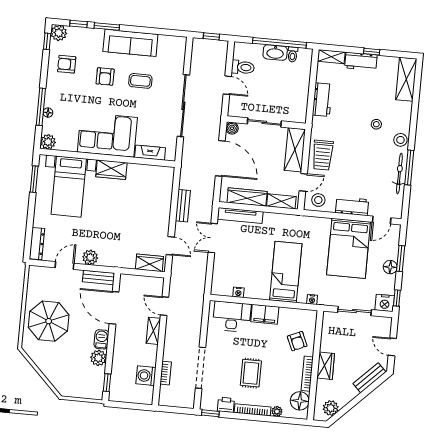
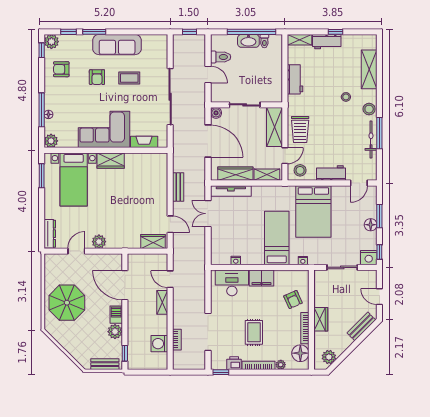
shelving: (406, 79) -> (369, 69), moved
bed: (349, 248) -> (313, 211), moved
bench: (99, 277) -> (105, 364), moved

